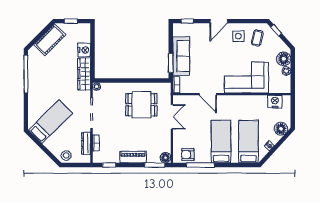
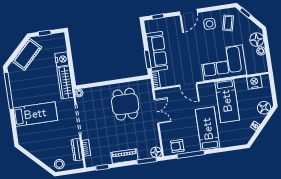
dining table: (141, 105) -> (125, 104), turned 90
bed: (50, 122) -> (35, 114), moved, turned 45
bed: (248, 142) -> (227, 101), moved, turned 180

